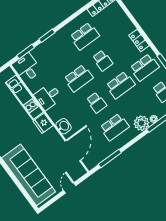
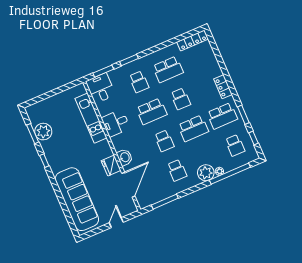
school desk: (61, 54) -> (139, 82), added
fridge: (43, 123) -> (111, 166), moved
school desk: (114, 127) -> (177, 170), width x0.54

